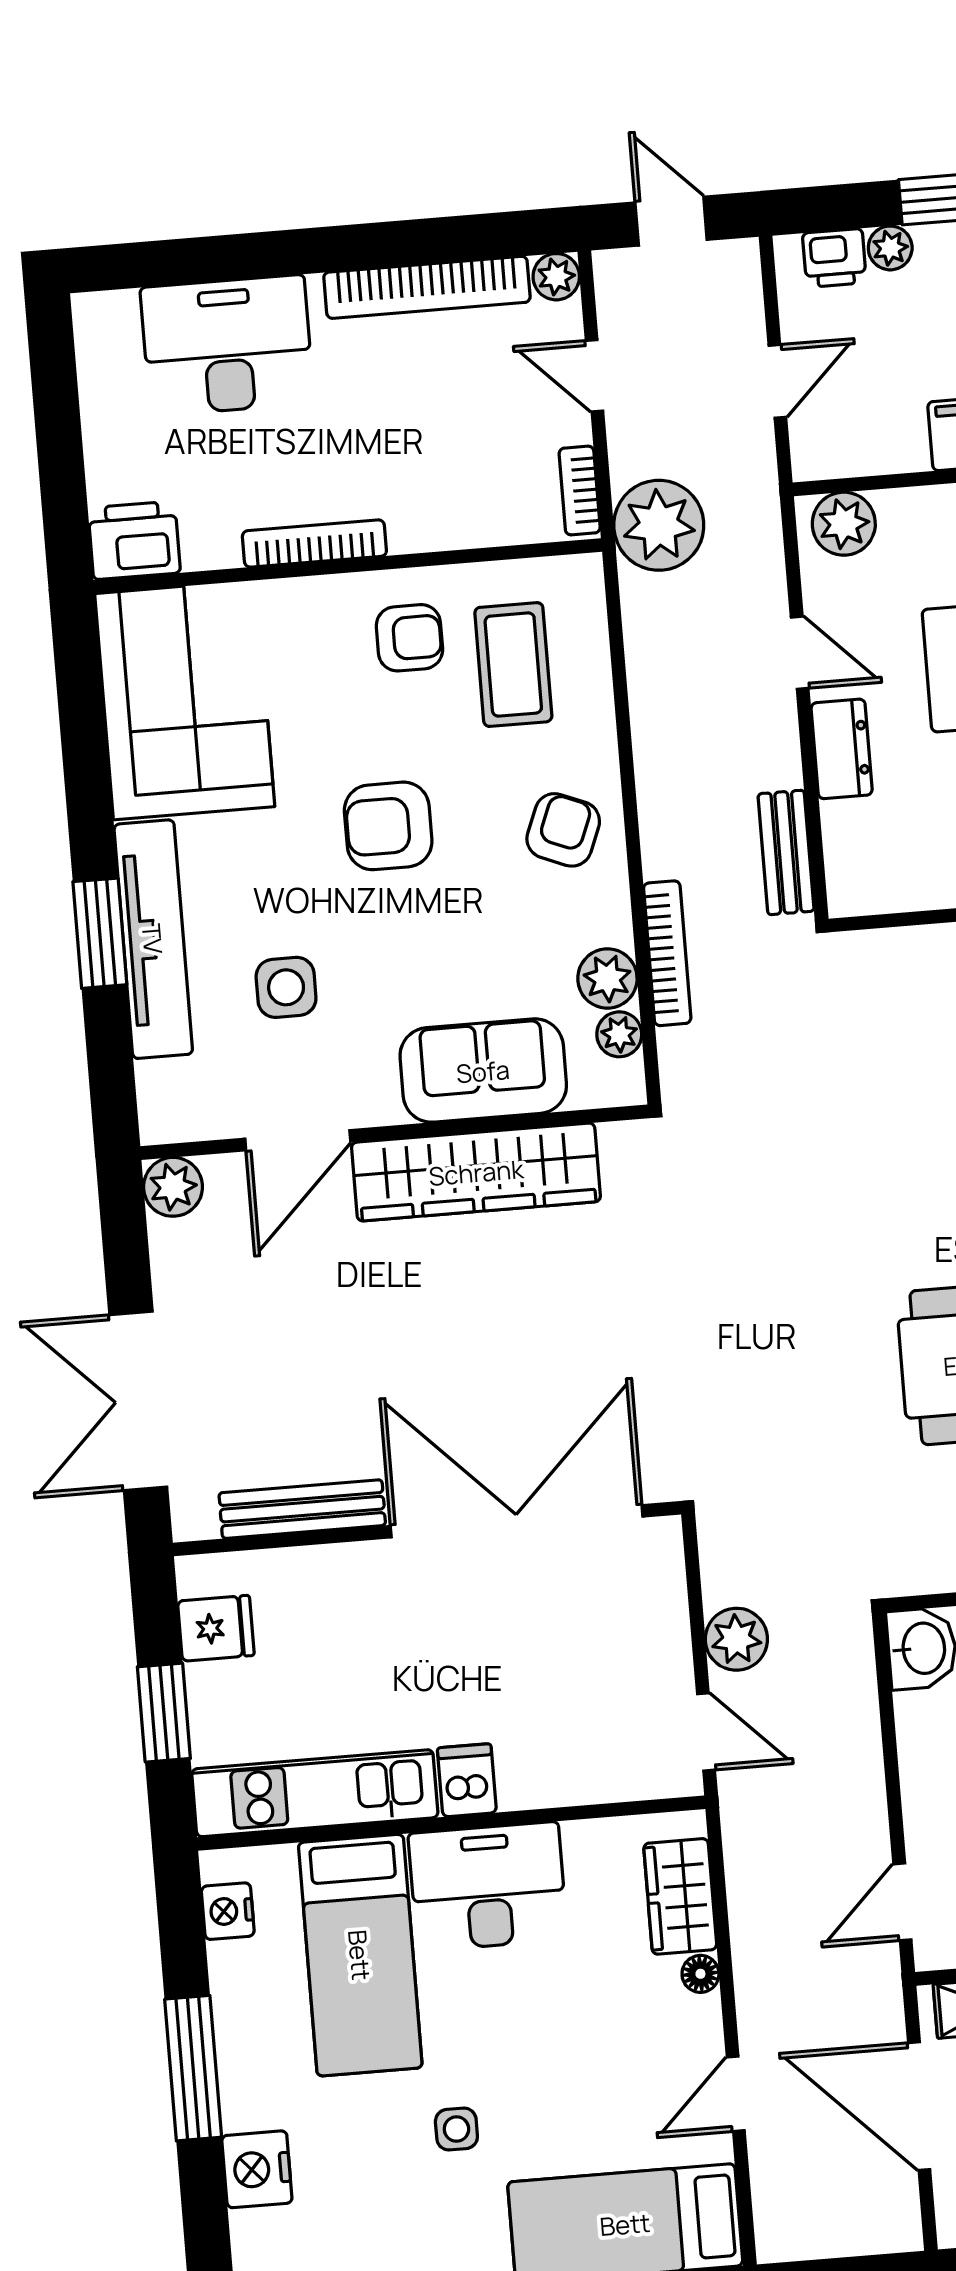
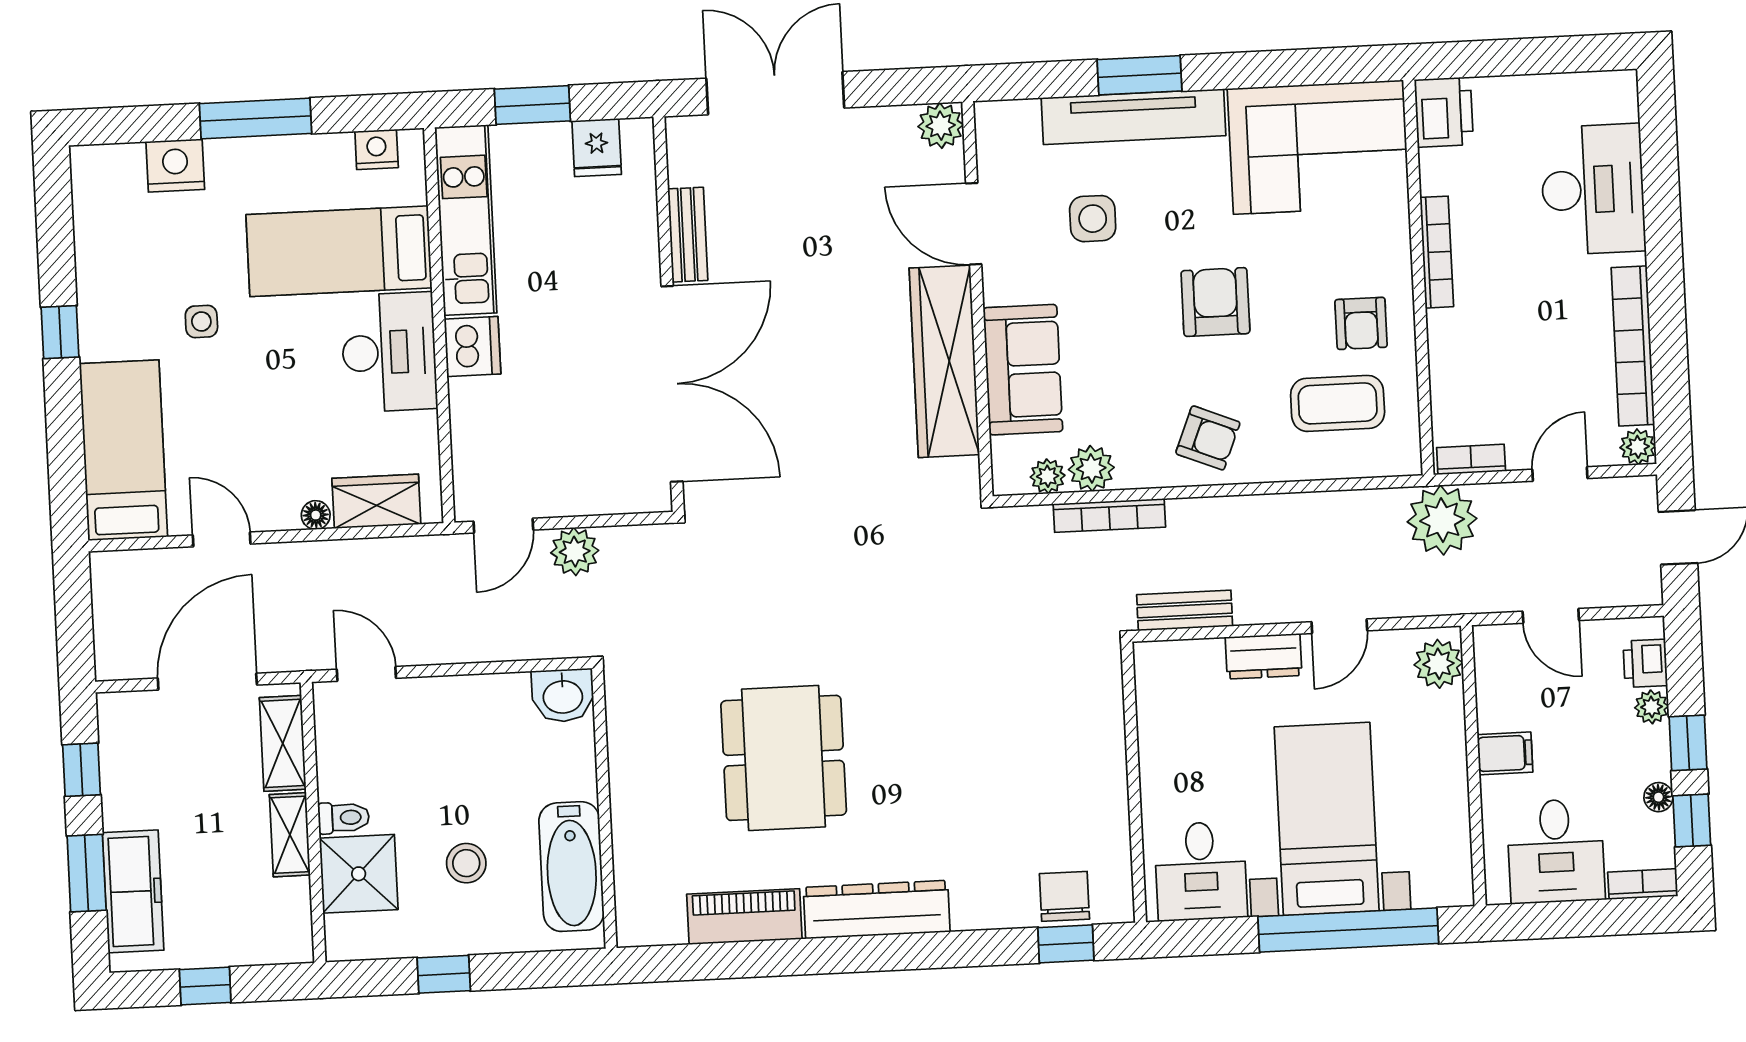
bench: (302, 1509) -> (688, 235), width x0.73
dishwasher: (467, 1780) -> (472, 346), width x1.38

